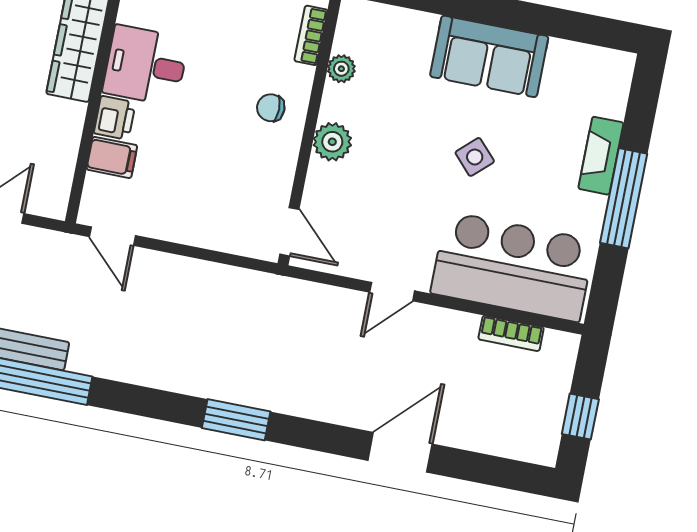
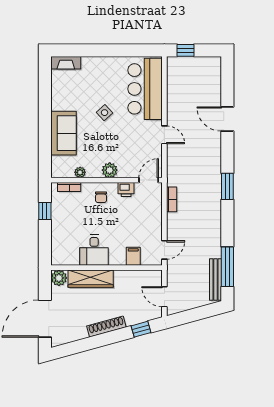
sofa: (489, 56) -> (64, 133), moved
printer: (115, 118) -> (126, 190), moved, turned 180
fireplace: (601, 156) -> (66, 63), moved
window: (624, 198) -> (109, 50), removed
bookcase: (511, 333) -> (172, 199), moved
window: (580, 417) -> (186, 50), moved

